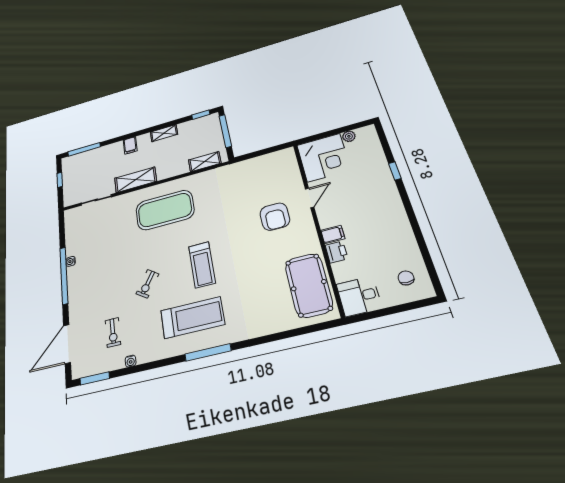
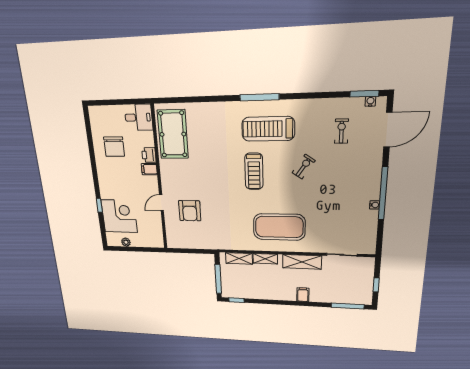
shelving: (164, 133) -> (265, 259), moved
corner desk: (324, 157) -> (119, 216), moved, turned 90
armchair: (275, 217) -> (190, 211), moved, turned 180
treadmill: (202, 265) -> (254, 171), turned 180
chair: (406, 278) -> (114, 147), moved, width x1.87, depth x1.87
water cooler: (131, 361) -> (370, 101), moved

